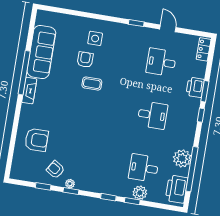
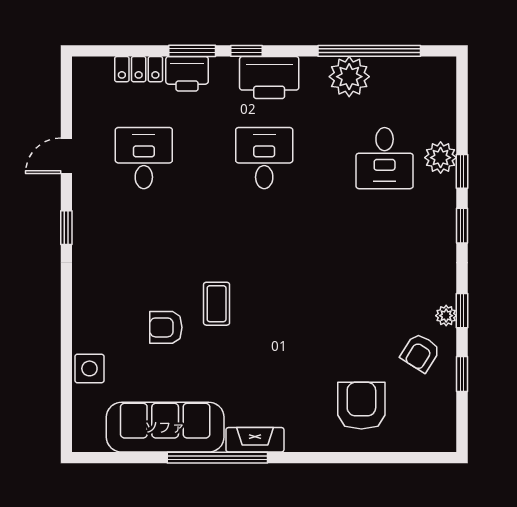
side table: (95, 38) -> (89, 368), moved
locker: (204, 49) -> (139, 69), moved
desk: (161, 62) -> (144, 158), turned 180
printer: (177, 189) -> (269, 78), moved

